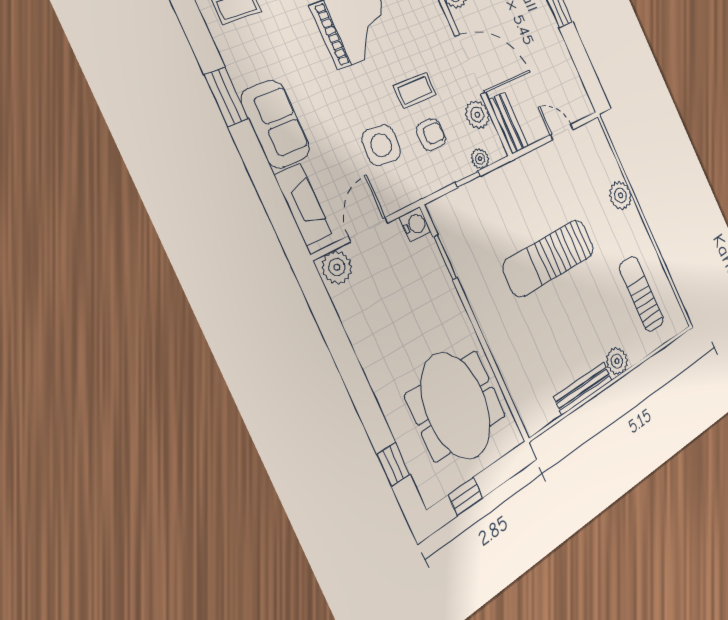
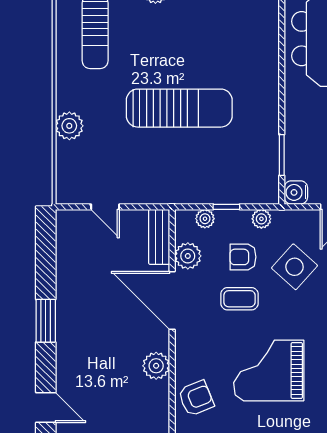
side table: (381, 145) -> (295, 267), turned 37
plant: (433, 182) -> (261, 219), added

